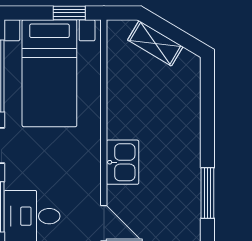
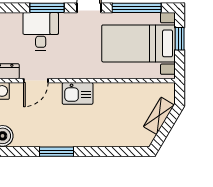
window: (69, 13) -> (180, 39), moved

